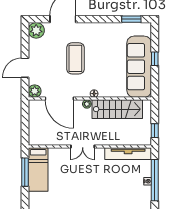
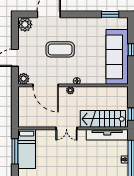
coffee table: (75, 58) -> (60, 49), turned 90
stairs: (117, 109) -> (103, 119), moved, turned 180

